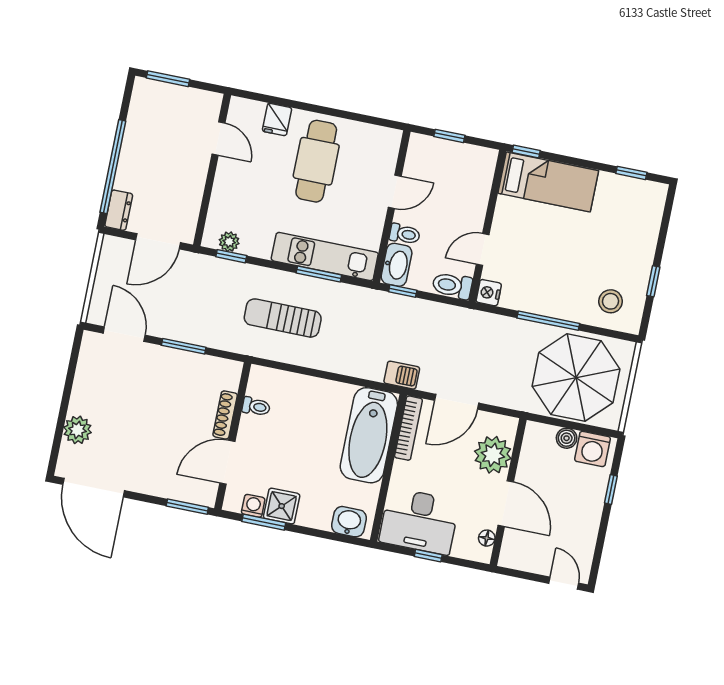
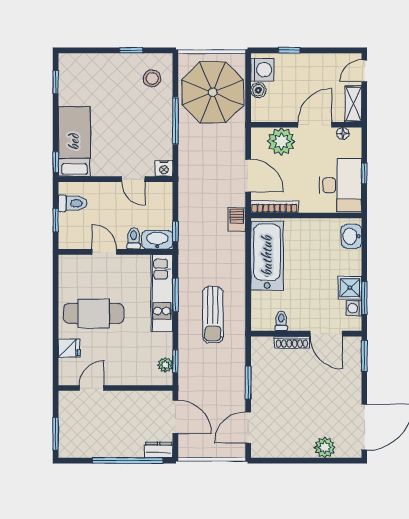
toilet: (452, 286) -> (72, 203), moved, turned -90
bathtub: (369, 435) -> (267, 256), moved, turned -90
shelving: (523, 560) -> (353, 104), added

